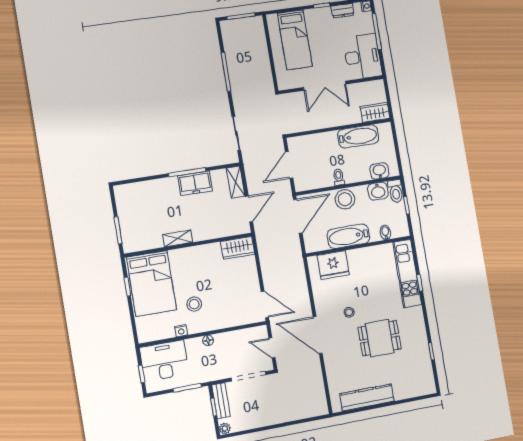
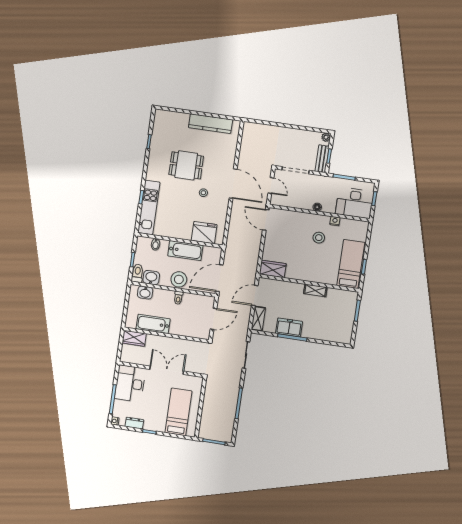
bed: (151, 283) -> (351, 264), width x0.67

